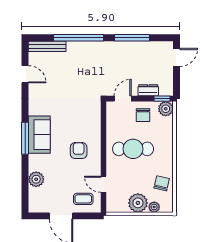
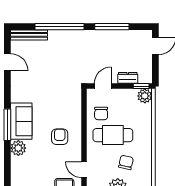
chair: (143, 115) -> (101, 113), moved
plant: (36, 179) -> (18, 148), moved
chair: (162, 183) -> (126, 162), moved

